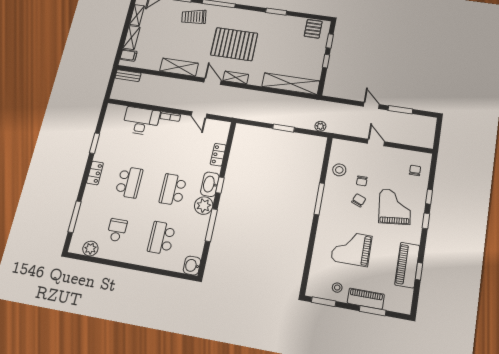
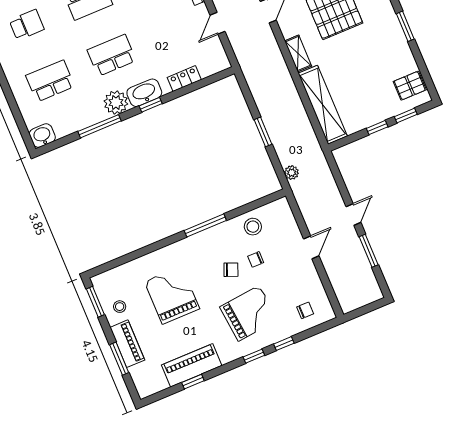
shelving: (236, 78) -> (298, 53), moved

